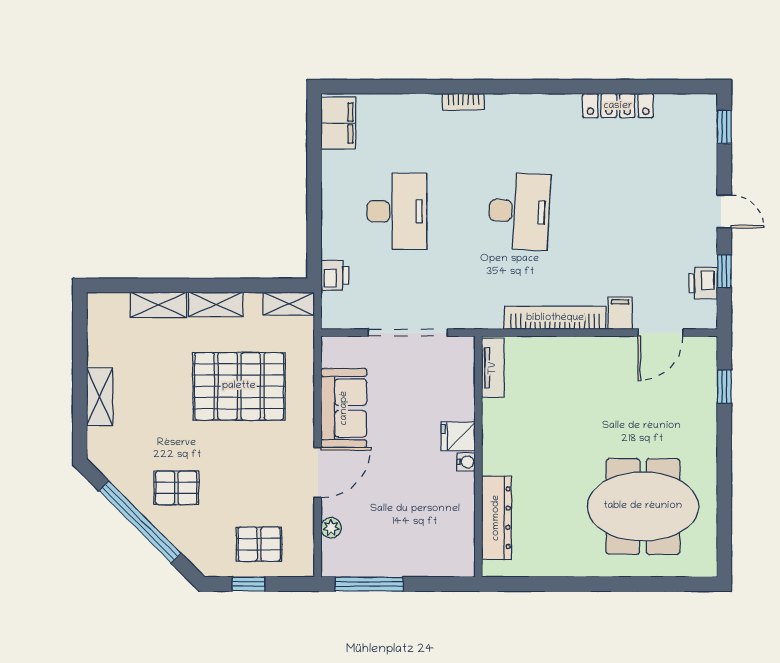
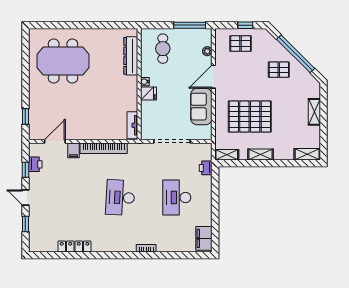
window: (724, 127) -> (25, 224), moved
shelving: (158, 305) -> (307, 154), moved
cafe table: (427, 533) -> (163, 49), added

